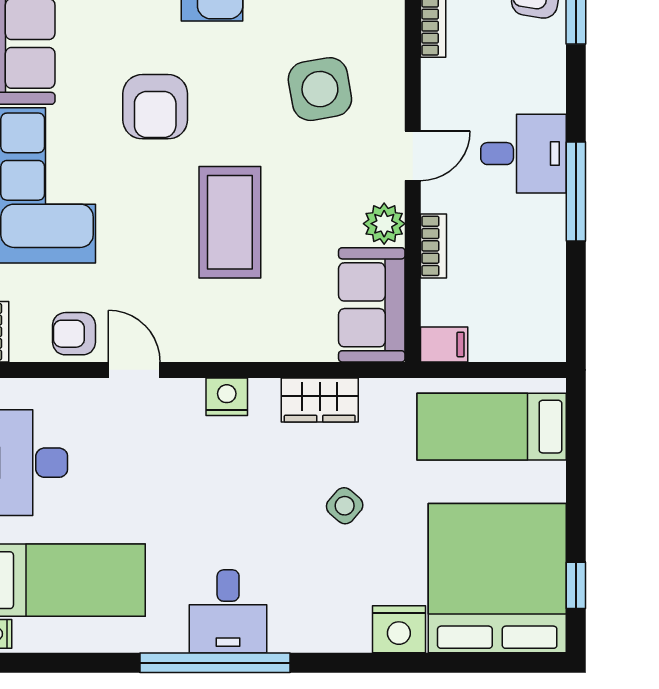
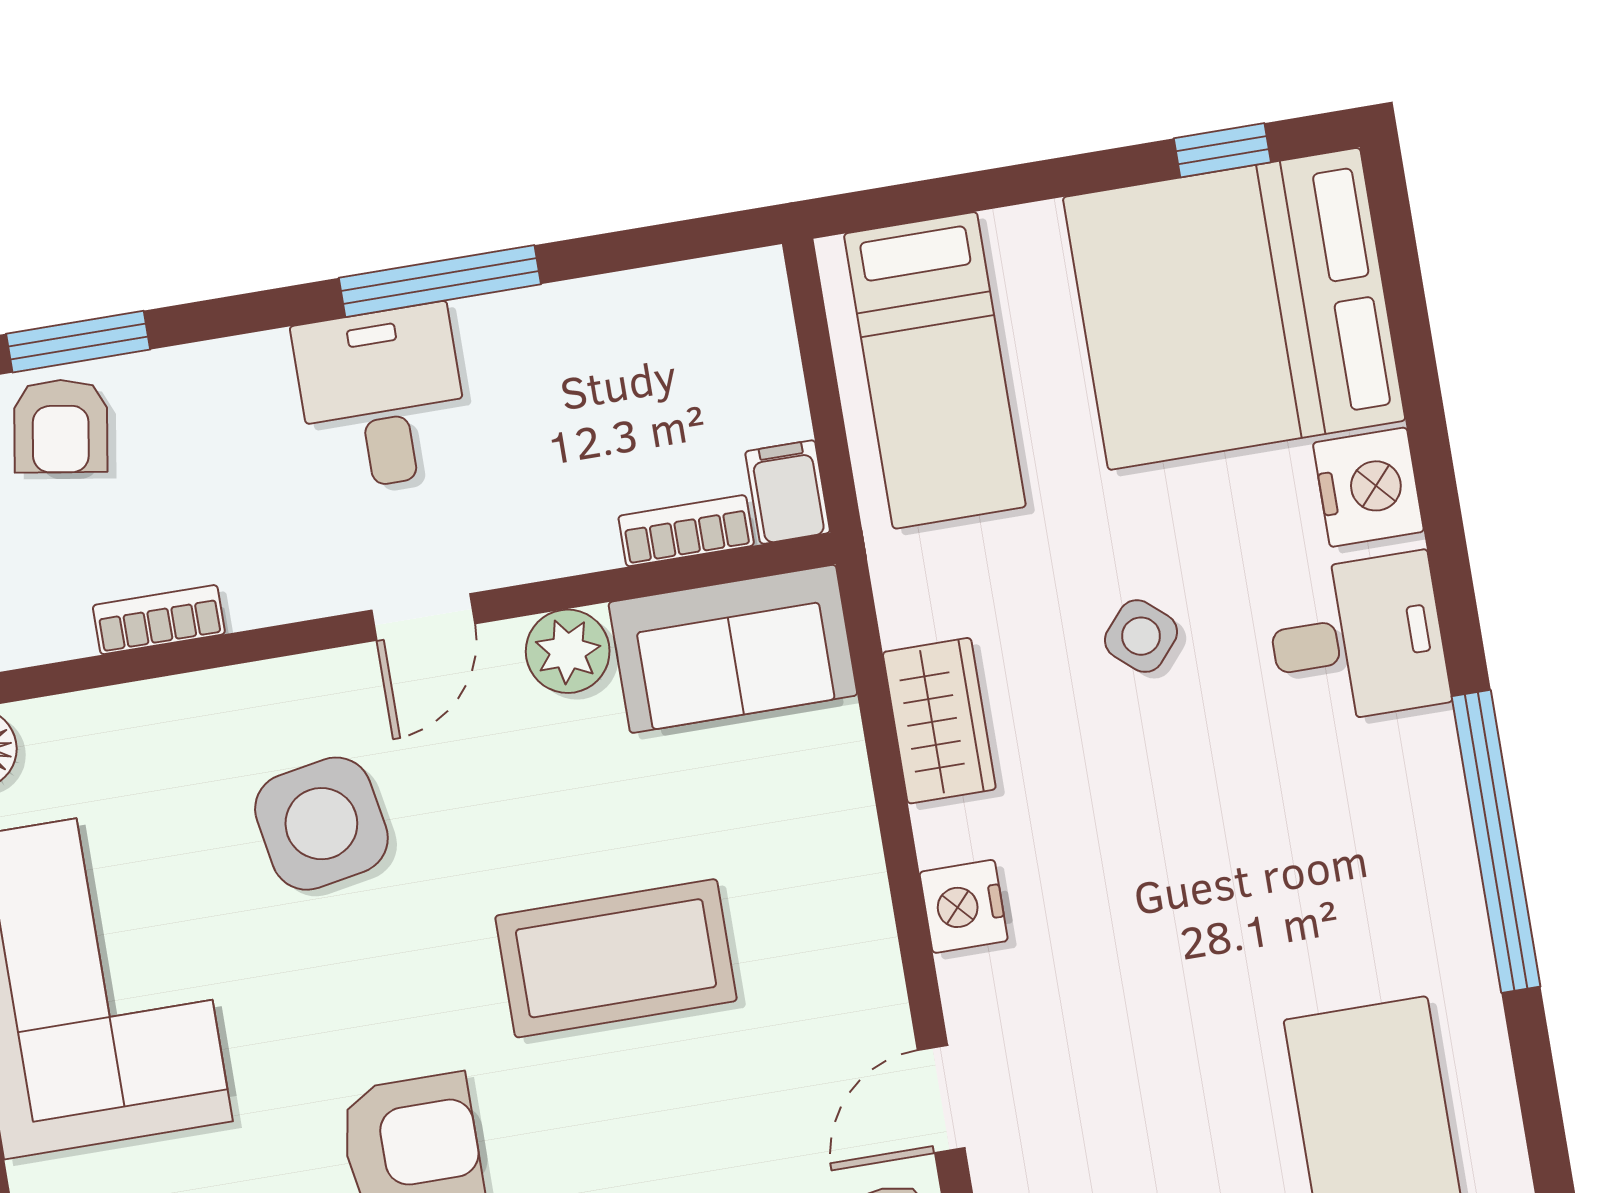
door: (413, 156) -> (423, 617), swing flipped
bookcase: (433, 246) -> (686, 531), moved
desk: (228, 611) -> (1357, 639), moved

